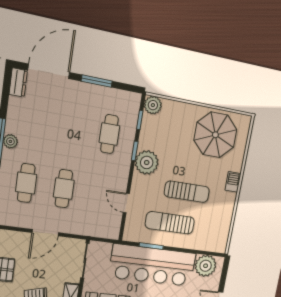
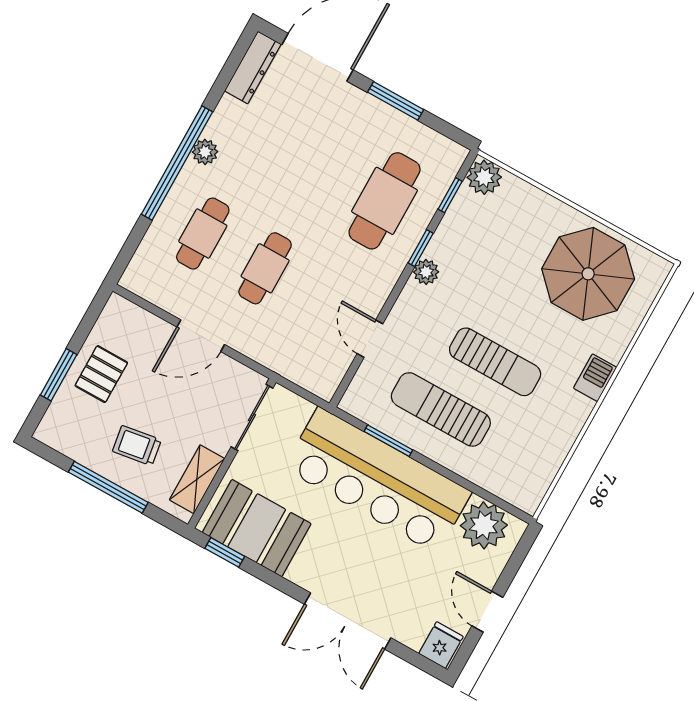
dresser: (18, 82) -> (253, 68), width x1.44
cafe table: (109, 134) -> (385, 201), width x1.37, depth x1.35
plant: (147, 162) -> (426, 272), width x0.53, depth x0.53

